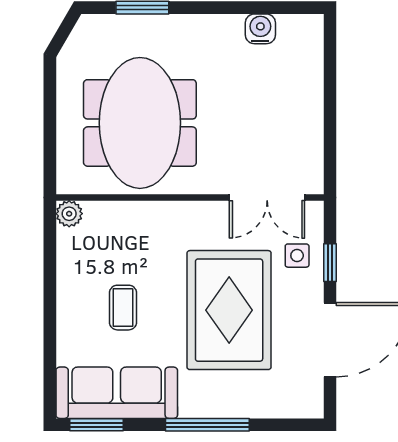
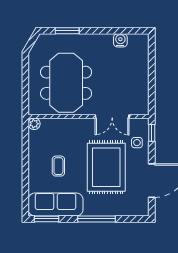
double door: (267, 198) -> (112, 116), moved
window: (330, 263) -> (152, 133), moved

